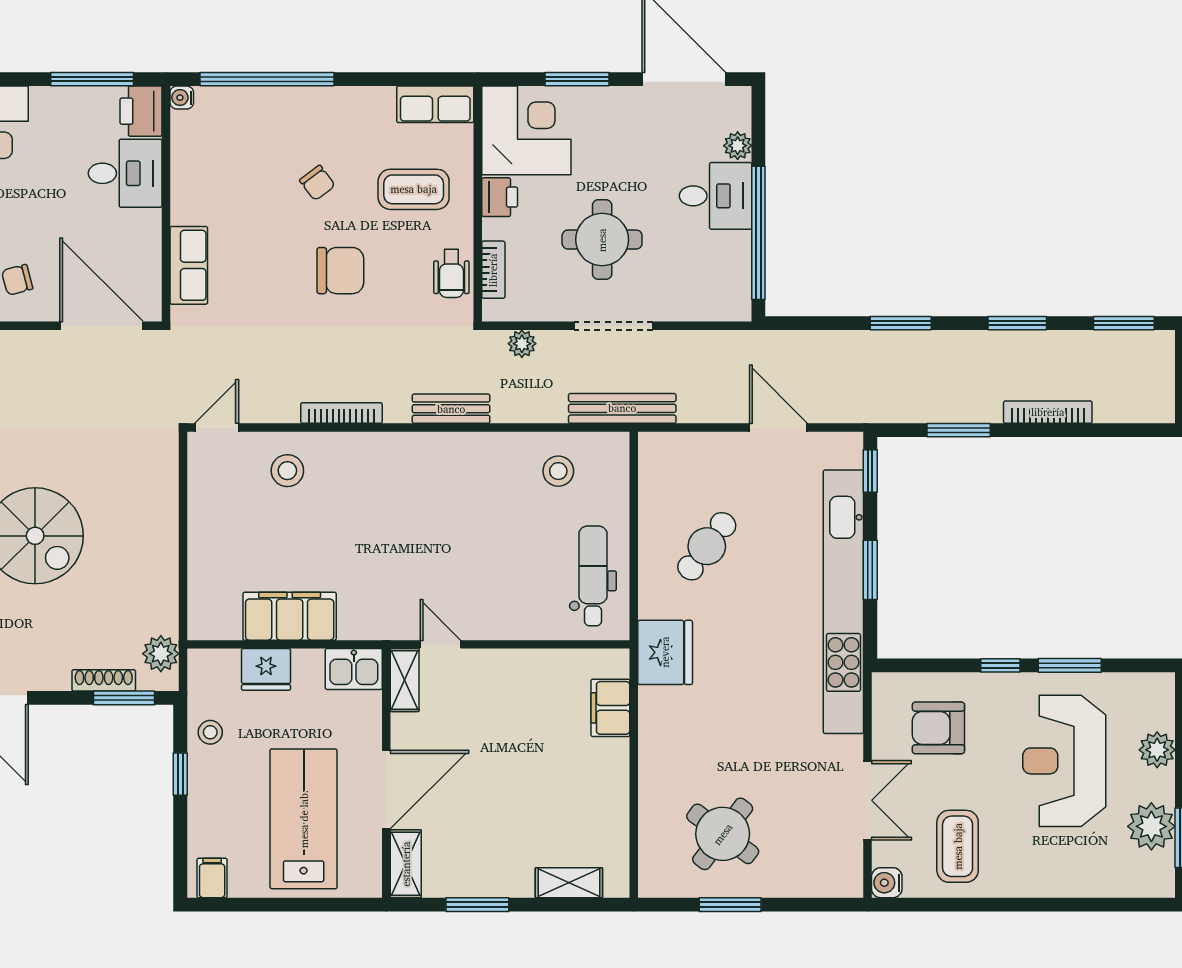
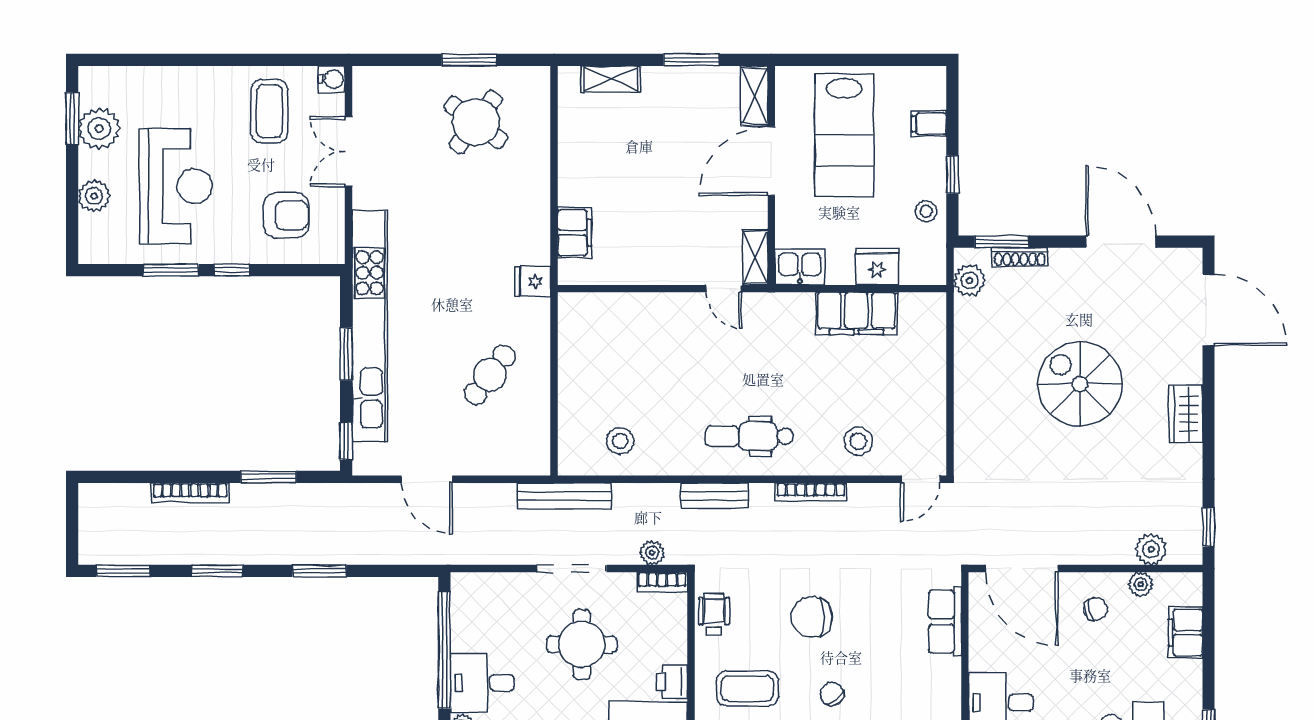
bookcase: (493, 270) -> (662, 582), moved, turned -90
dental chair: (593, 576) -> (749, 436), moved, turned 90
fridge: (665, 652) -> (532, 281), width x0.53, depth x0.75
filing cabinet: (212, 878) -> (929, 124), moved, turned 90

